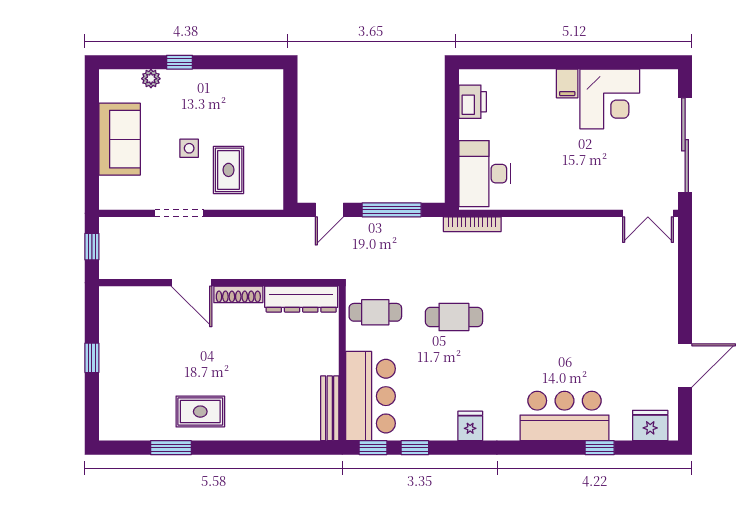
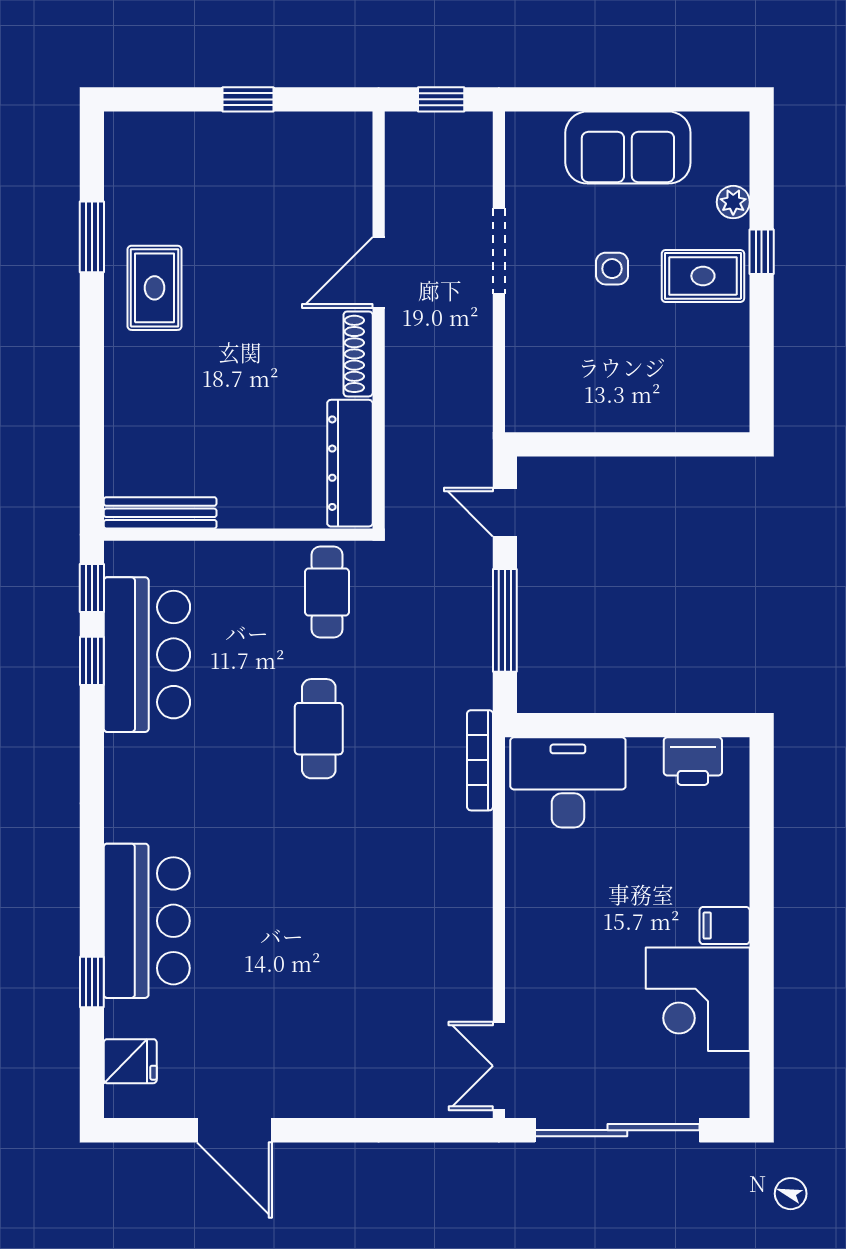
rug: (229, 170) -> (703, 276), moved
bar counter: (371, 396) -> (147, 655), moved, turned -90
fridge: (650, 425) -> (130, 1061), width x0.72
fridge: (470, 426) -> (129, 757), removed

